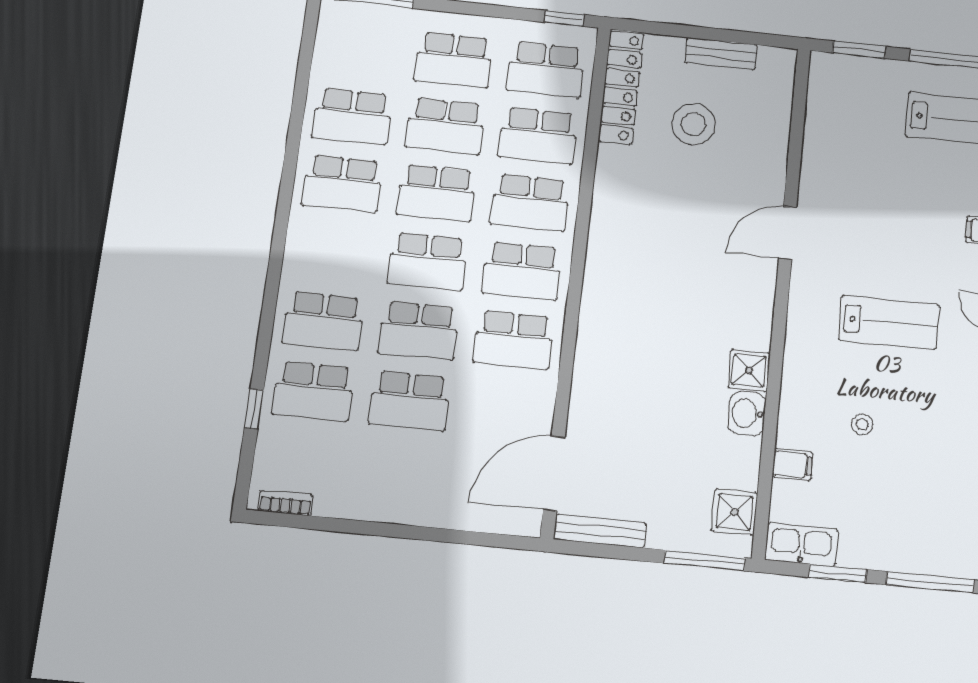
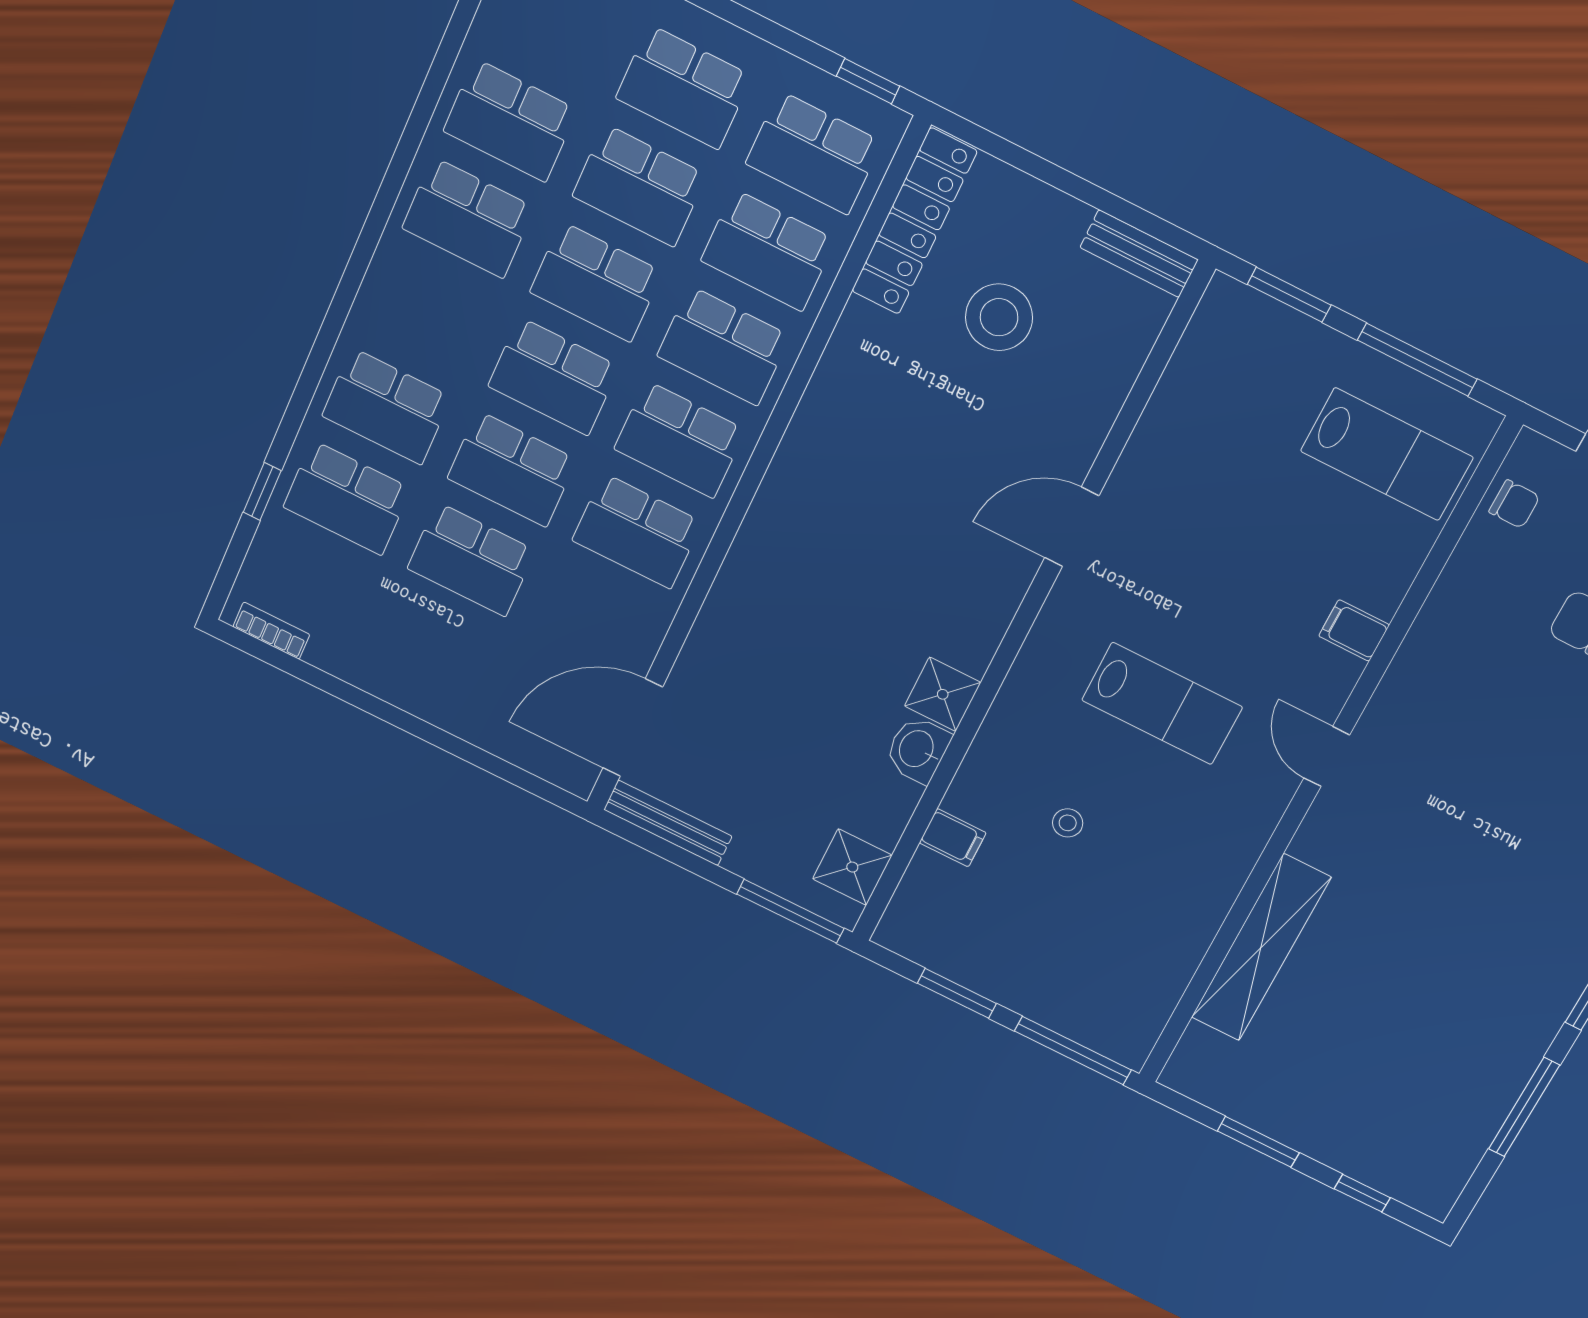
bench: (721, 54) -> (1139, 254), moved
kitchen sink: (801, 545) -> (924, 941), removed

